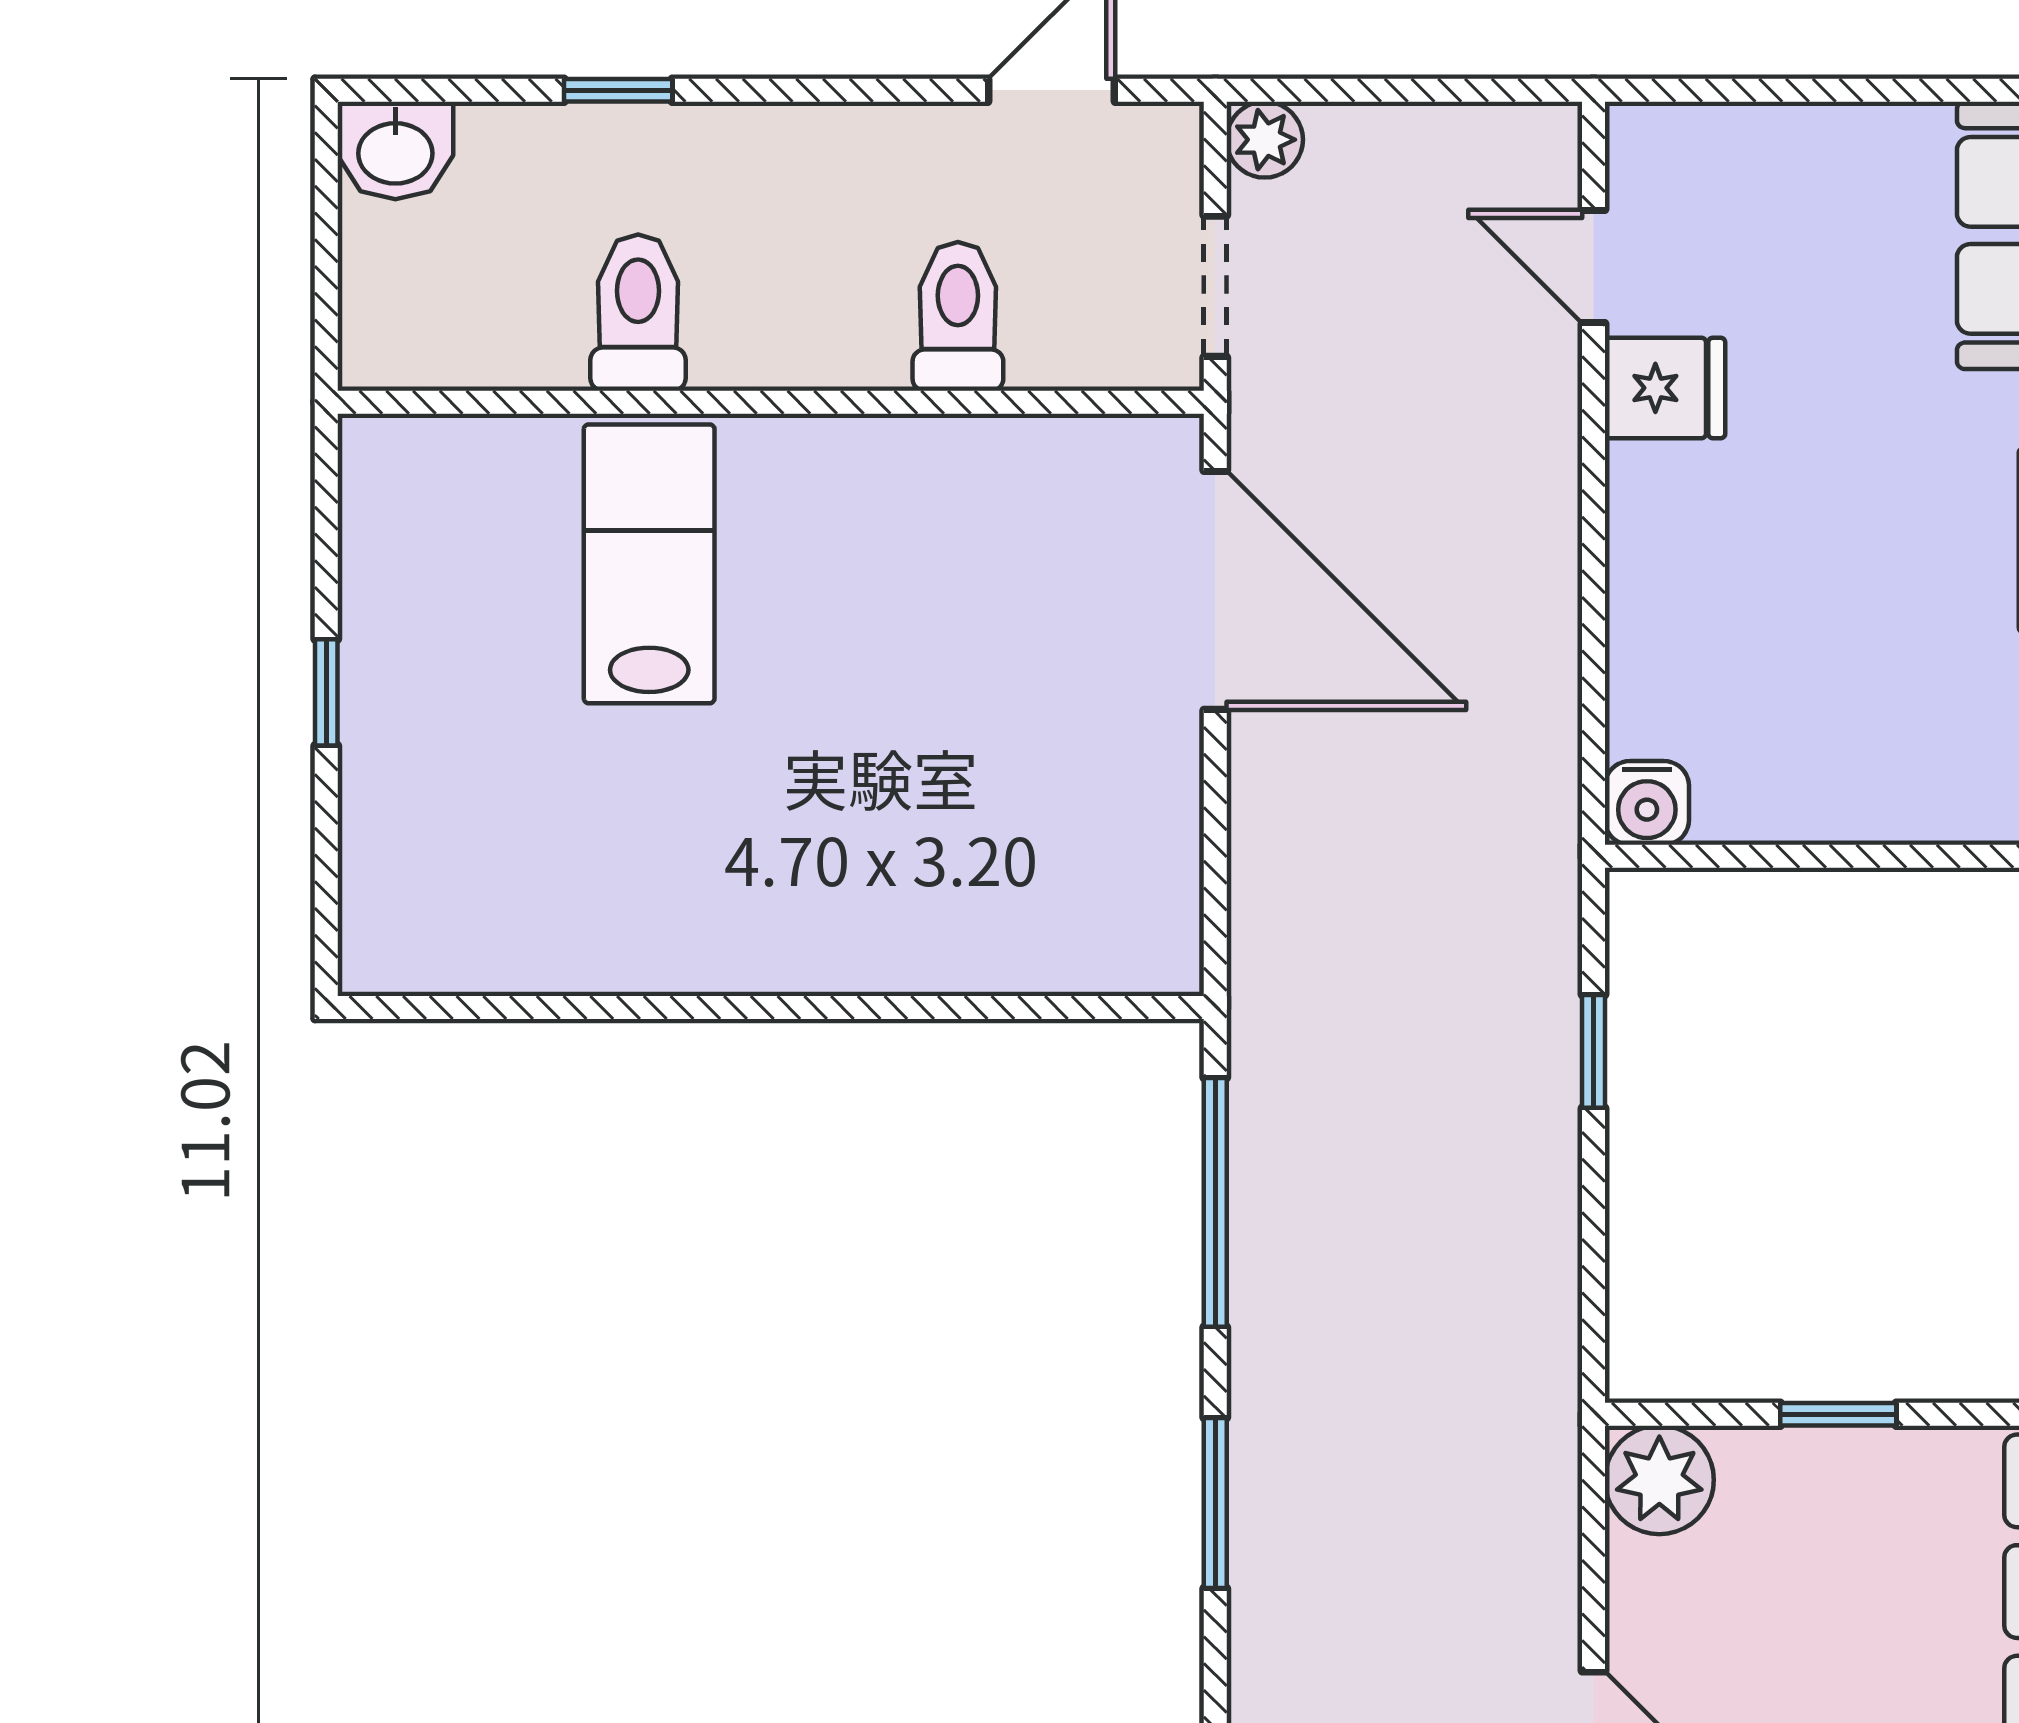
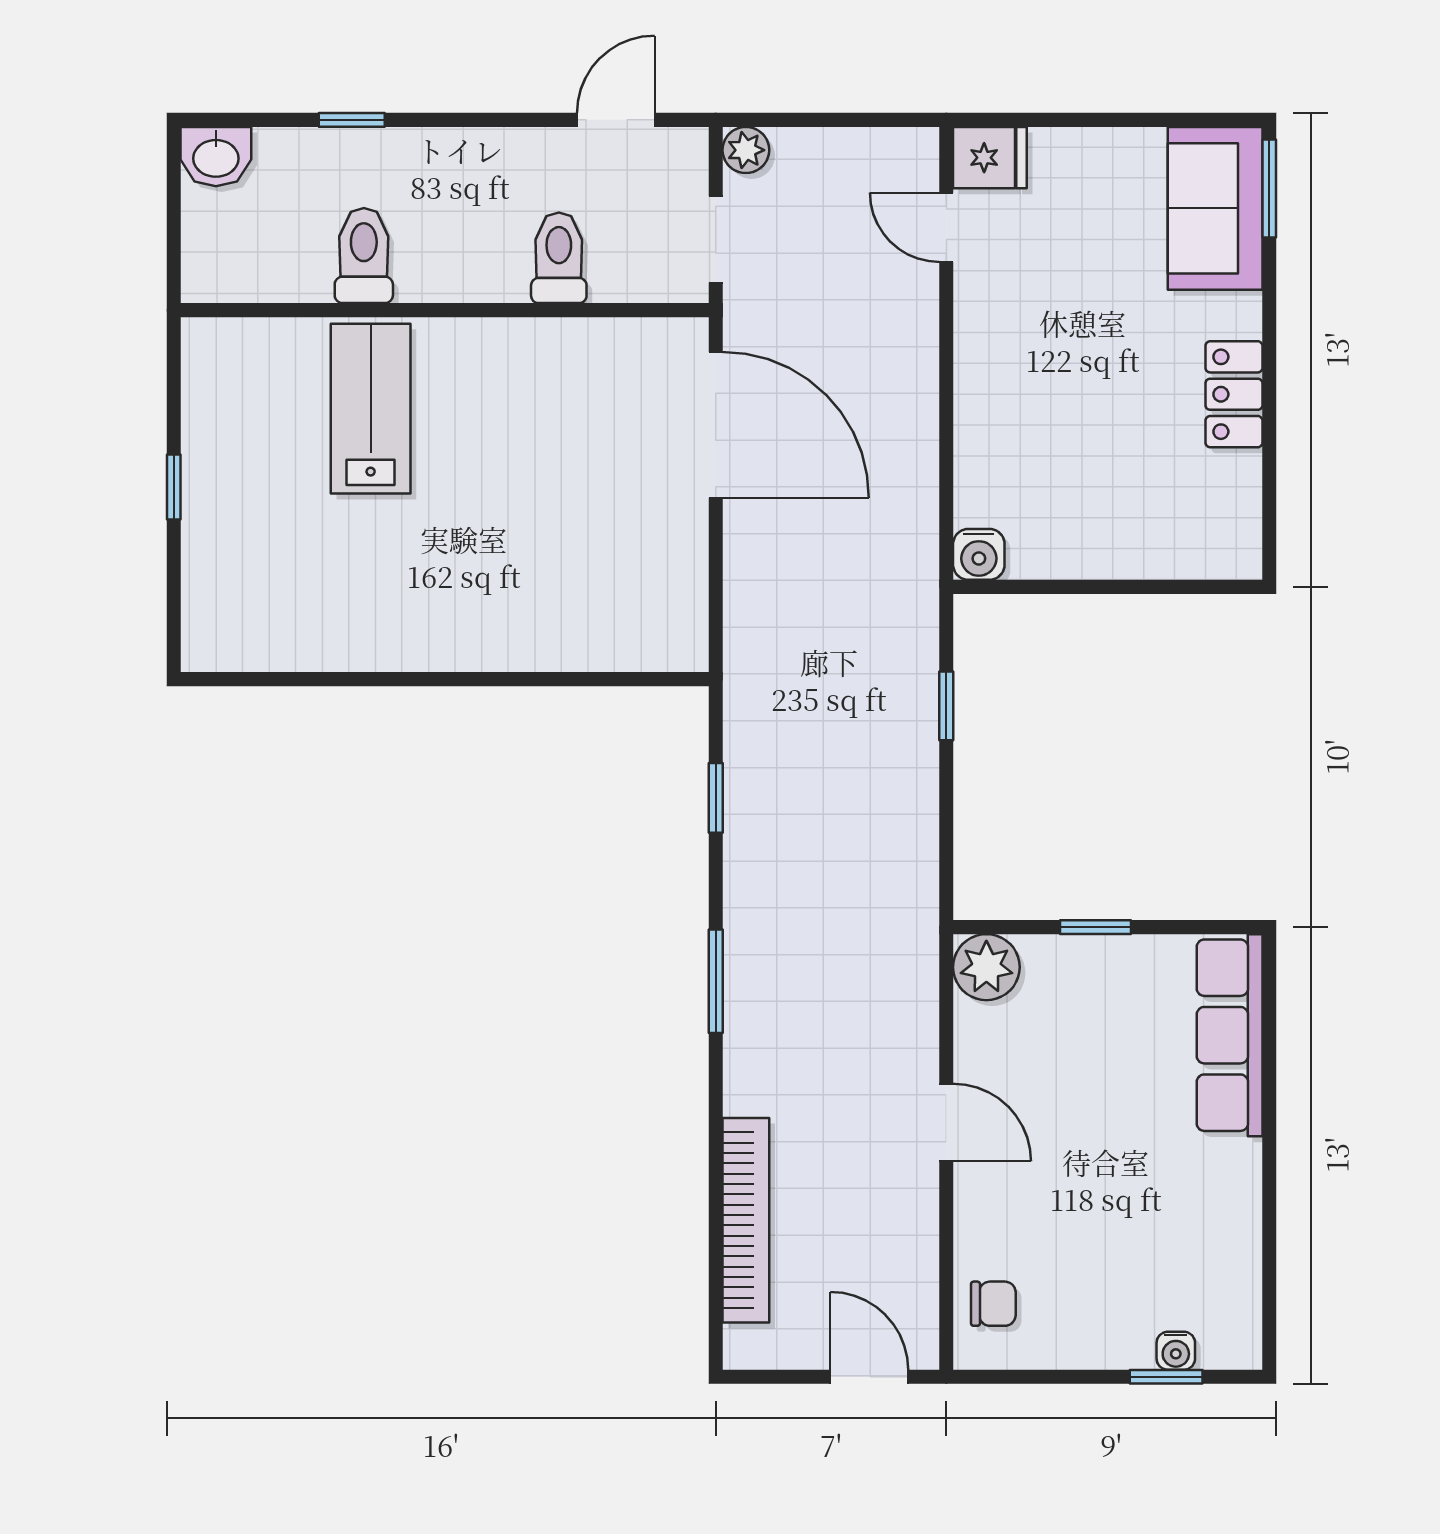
fridge: (1665, 388) -> (990, 158), moved
window: (1215, 1202) -> (716, 798), width x0.46

